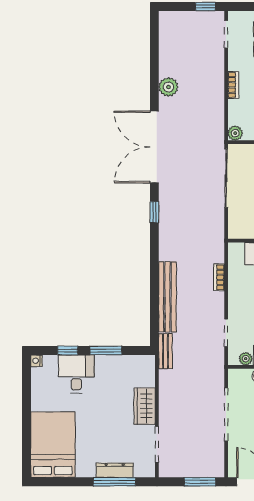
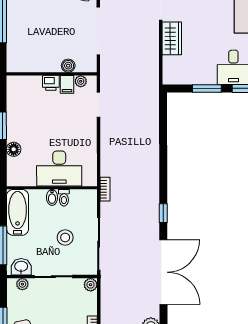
bookcase: (219, 277) -> (105, 189), moved
bench: (167, 297) -> (151, 137), removed
bench: (165, 351) -> (153, 88), removed

